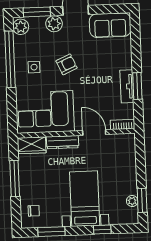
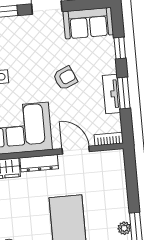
plant: (54, 24) -> (22, 25), removed
window: (136, 48) -> (120, 48), added
armchair: (67, 64) -> (65, 78), moved

